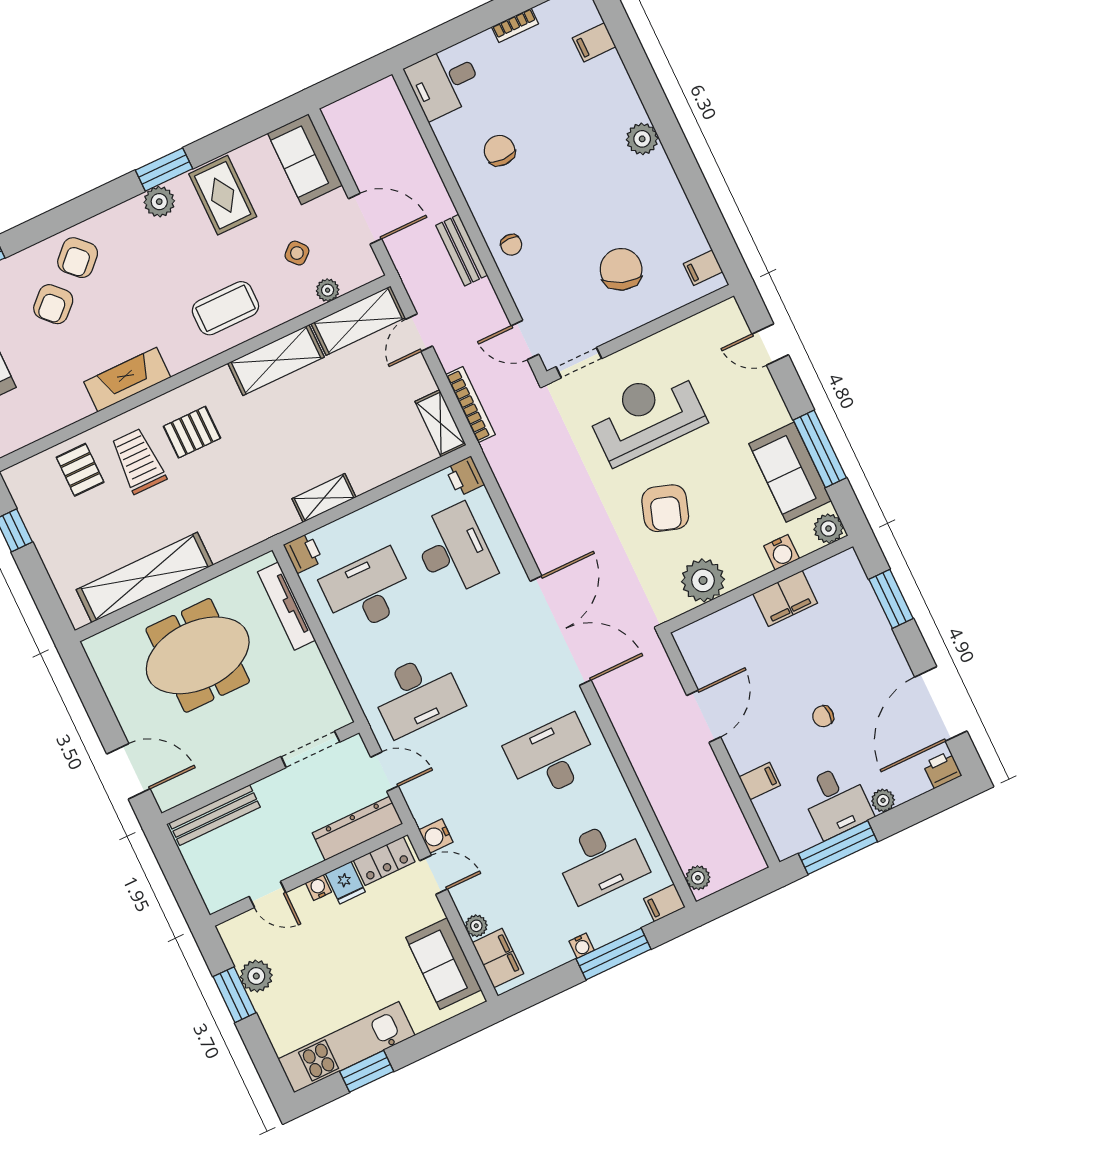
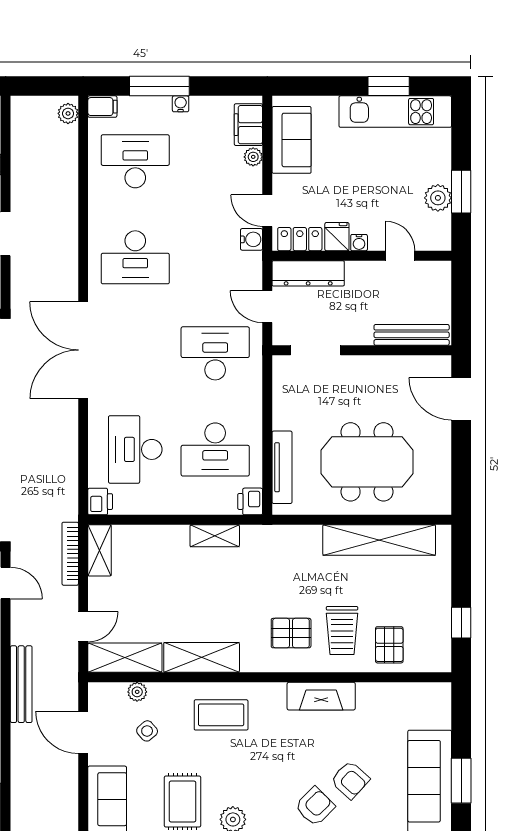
bench: (462, 250) -> (21, 684), width x1.36
armchair: (53, 304) -> (350, 780), turned 86

